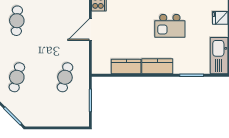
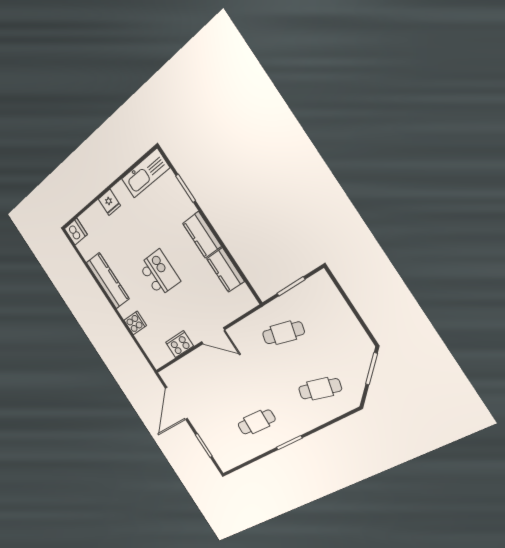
kitchen island: (170, 26) -> (159, 273), moved

